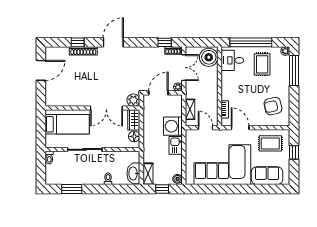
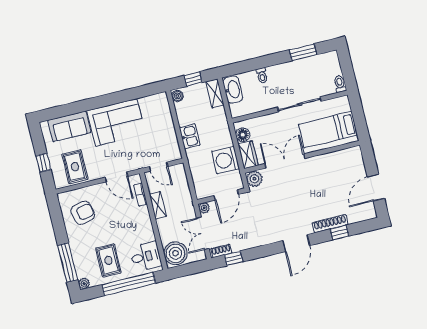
shelving: (190, 109) -> (158, 205), moved
washing machine: (173, 126) -> (226, 160), moved, turned 180
rug: (270, 143) -> (75, 167), turned 90
corner sofa: (222, 165) -> (116, 122), width x0.73, depth x0.74

